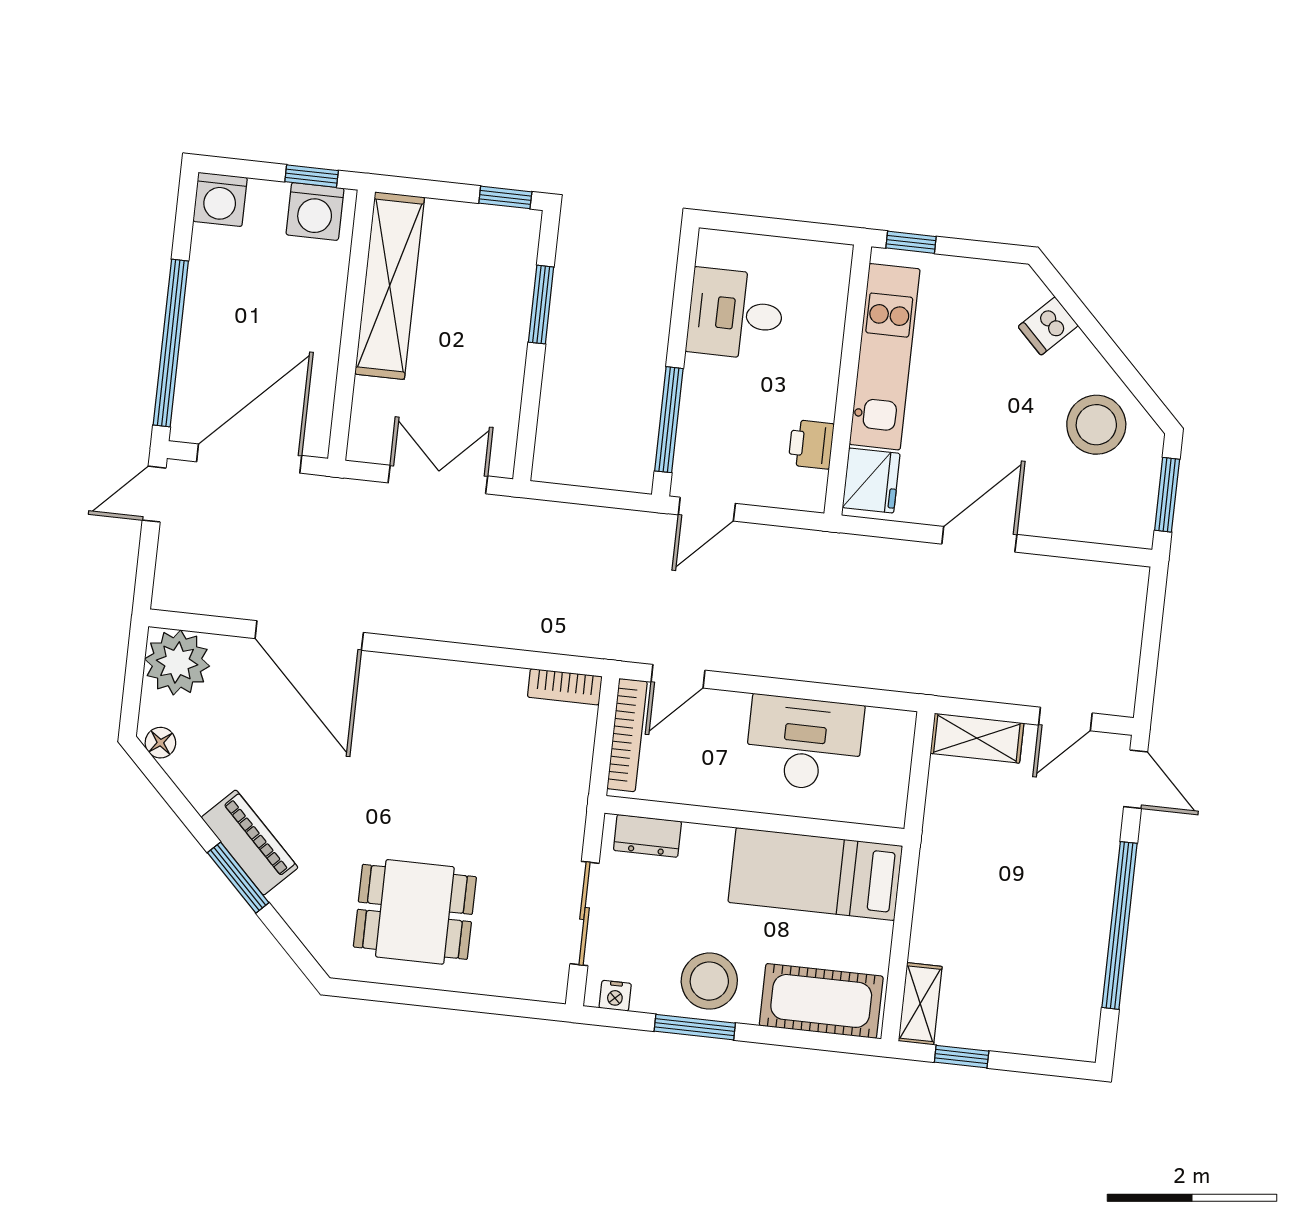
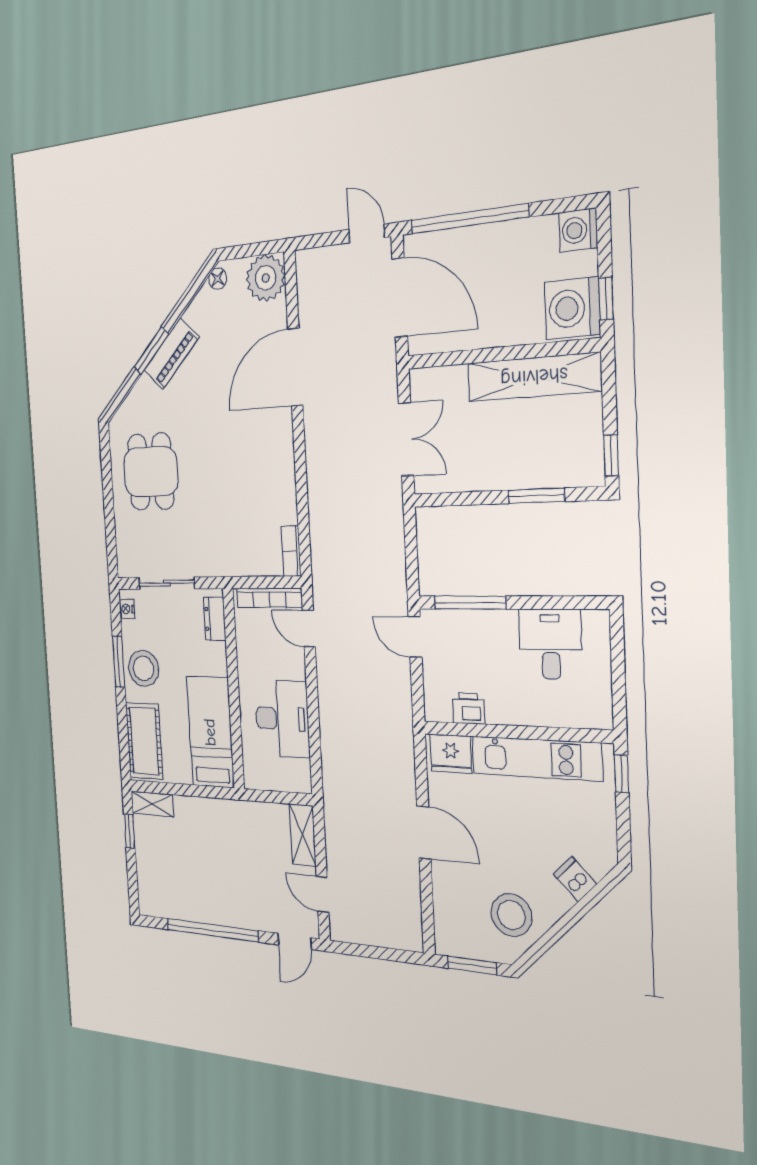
washing machine: (315, 211) -> (572, 308), width x1.37, depth x1.37

